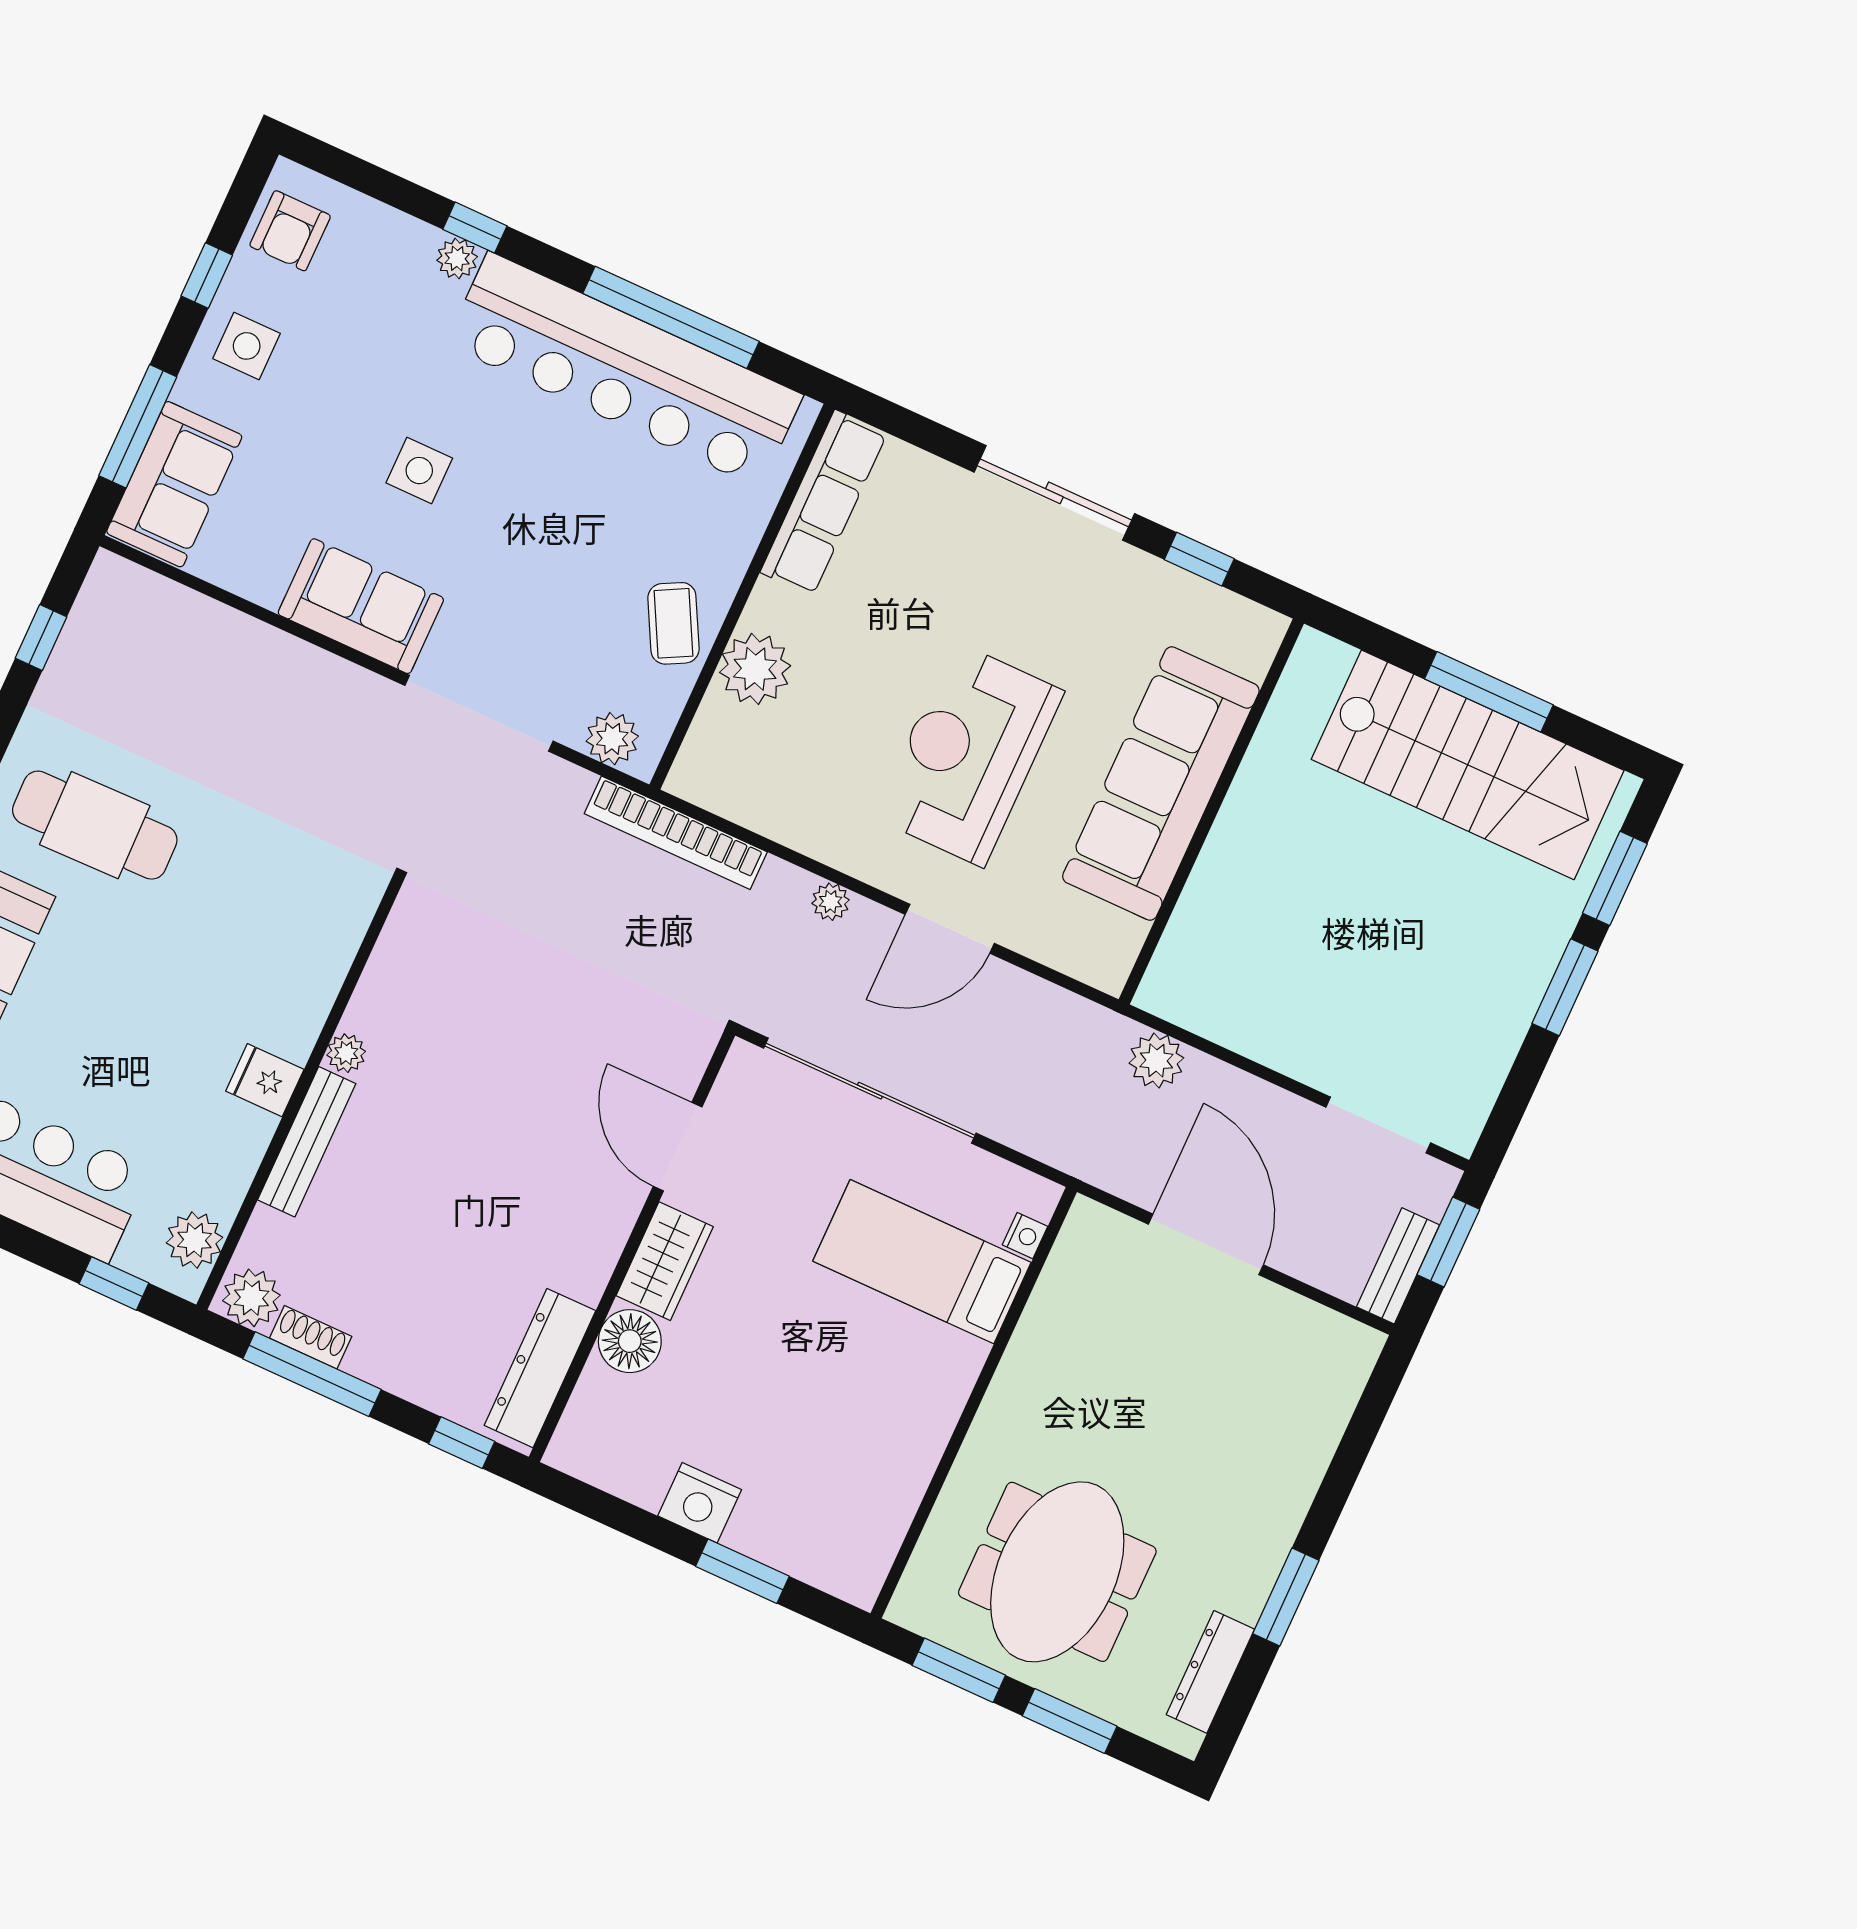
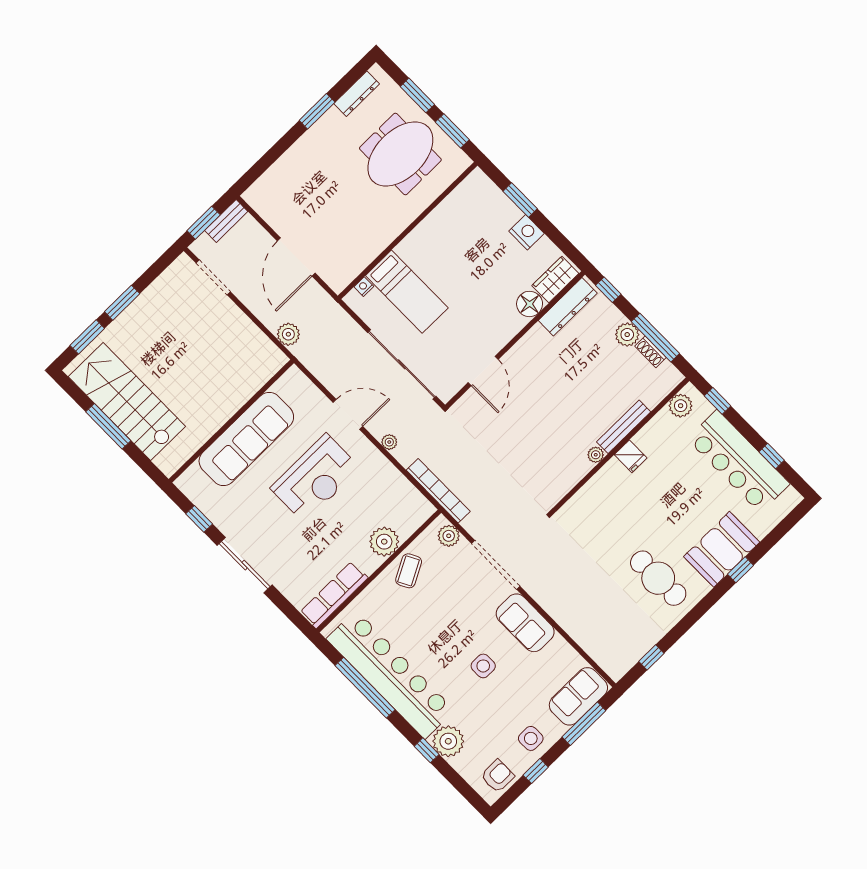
plant: (457, 259) -> (448, 741), width x1.87, depth x1.87
wardrobe: (665, 1261) -> (555, 280), moved
plant: (251, 1298) -> (627, 335), moved

